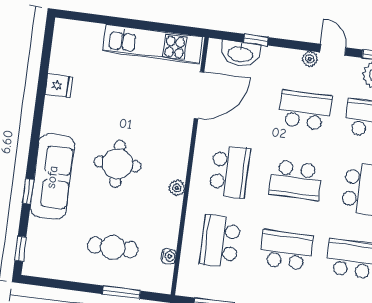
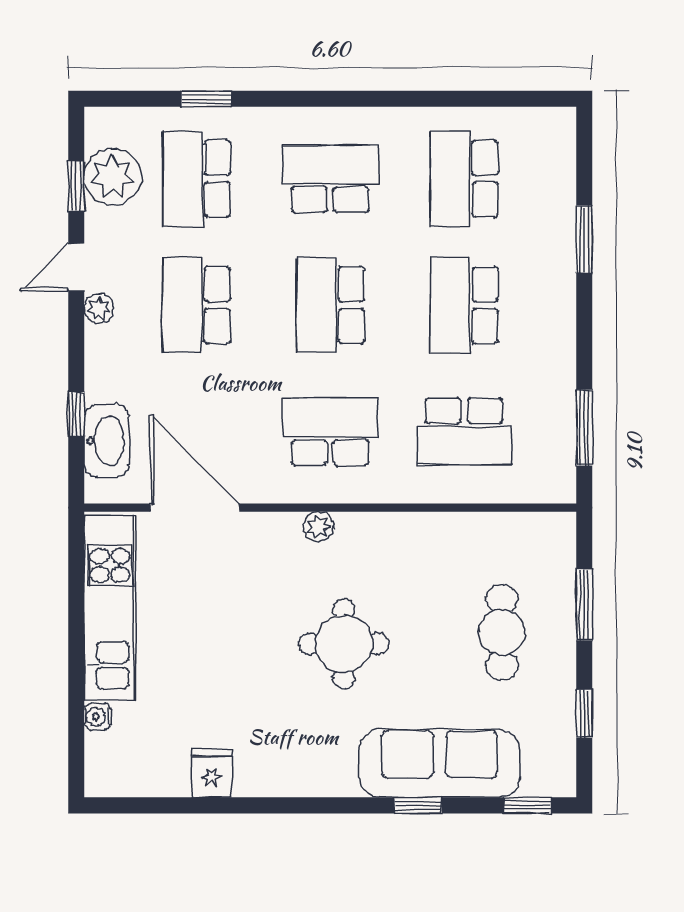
sofa: (52, 177) -> (440, 763), moved
school desk: (296, 180) -> (330, 305), turned 180
plant: (177, 188) -> (318, 527), moved
water cooler: (169, 256) -> (98, 717), moved, turned -90
window: (65, 285) -> (584, 713), added

